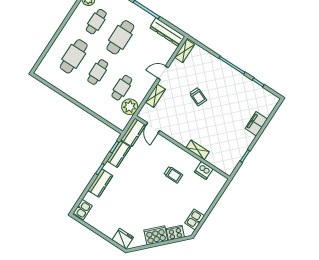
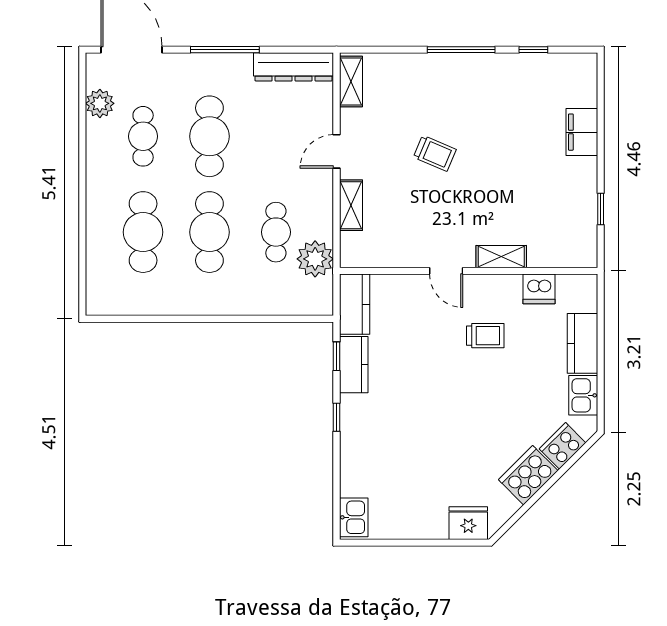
cafe table: (98, 72) -> (209, 232), width x1.37, depth x1.35
door: (153, 128) -> (446, 271), moved
kitchen counter: (100, 183) -> (583, 343), moved, turned 180

